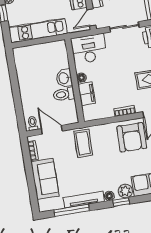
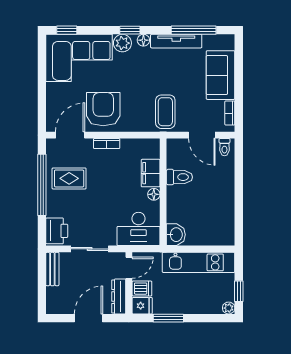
washbasin: (64, 78) -> (176, 235), moved

